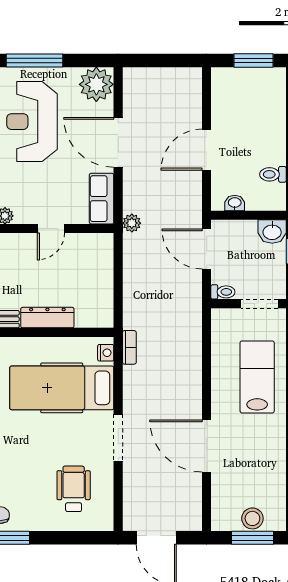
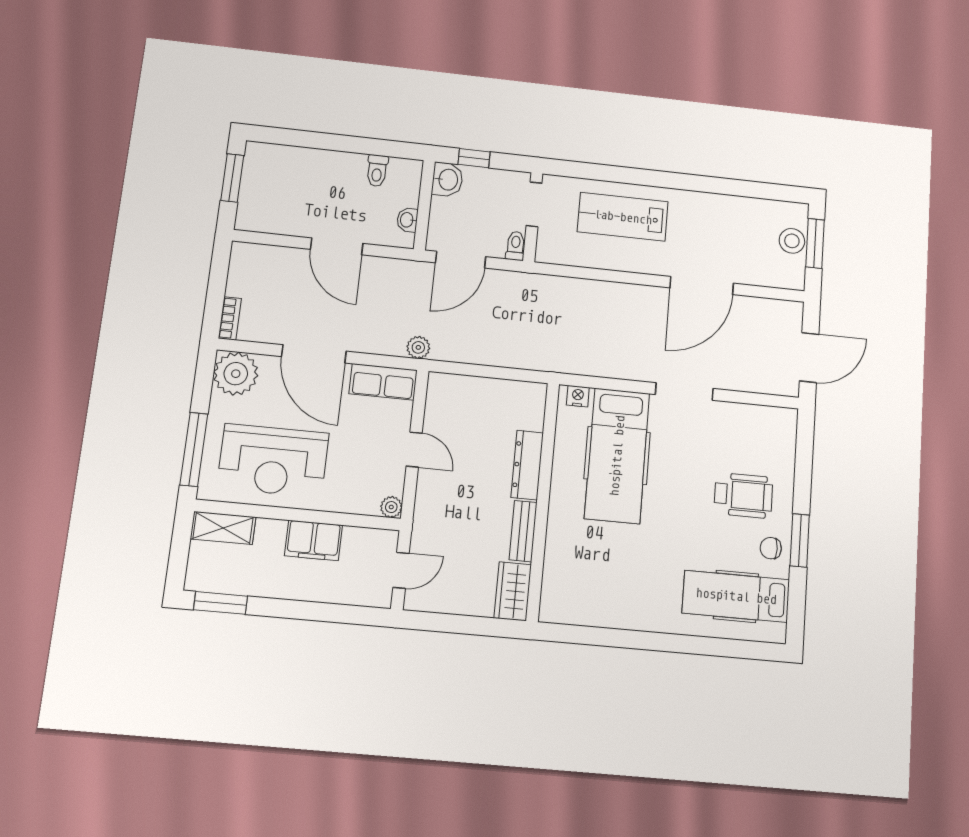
door: (118, 142) -> (314, 354), hinge flipped
bookcase: (129, 347) -> (230, 318), moved, turned 90
wheelchair: (74, 489) -> (743, 495), moved, turned 180

